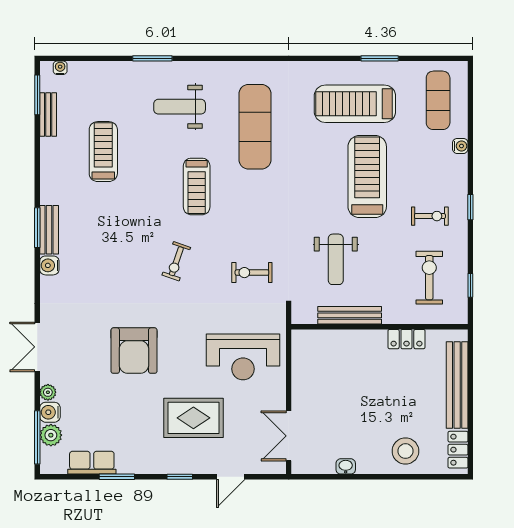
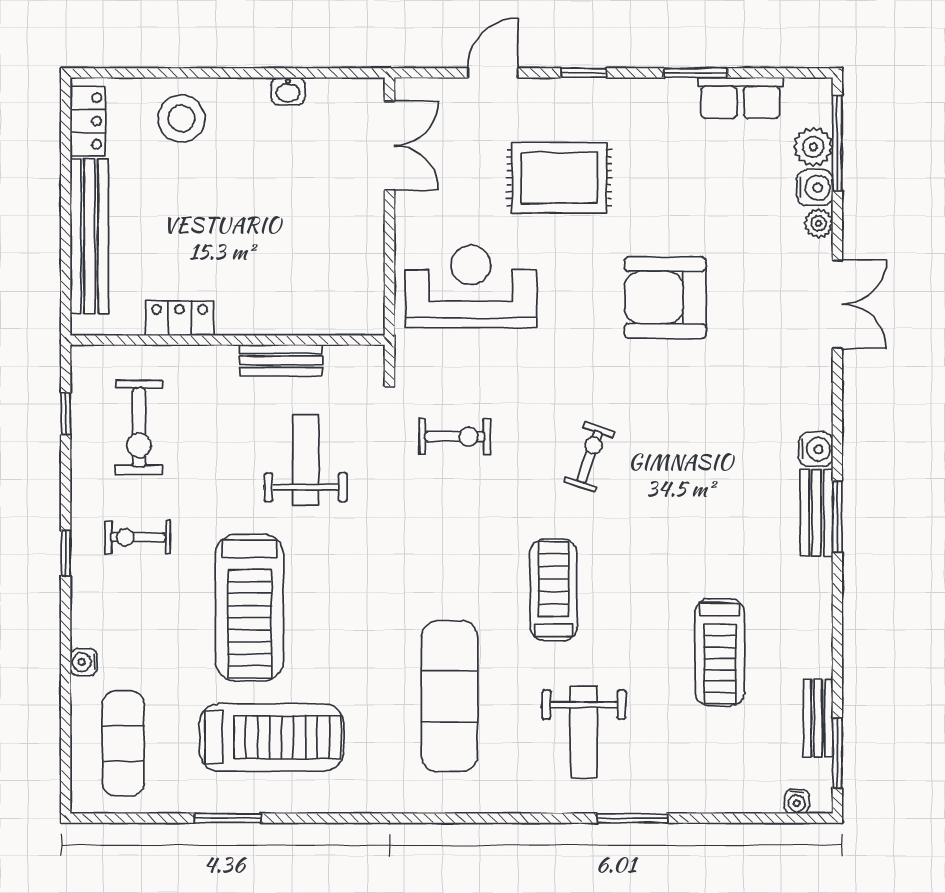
weight bench: (180, 107) -> (584, 732), turned 90
bench: (350, 315) -> (281, 360), width x0.73
armchair: (134, 351) -> (665, 298), turned -90

